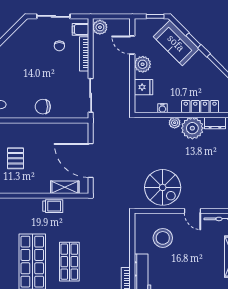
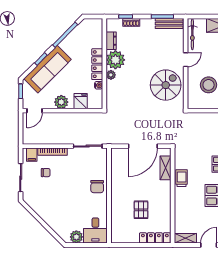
plant: (100, 27) -> (30, 138), removed
sofa: (176, 43) -> (48, 69), width x1.36
door: (132, 45) -> (35, 111), moved
locker: (200, 107) -> (97, 64), moved
pallet: (15, 158) -> (141, 210), turned 90

